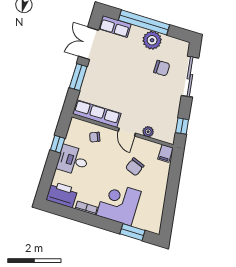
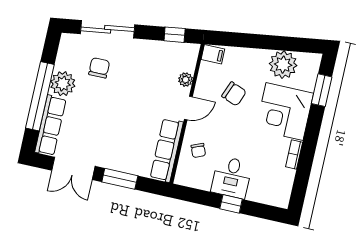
row of seats: (115, 27) -> (50, 125), width x1.48
window: (58, 144) -> (231, 204), moved
printer: (62, 195) -> (279, 188), removed
plant: (154, 205) -> (283, 65), added

